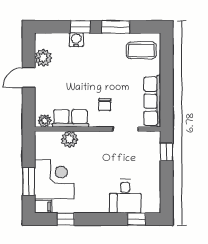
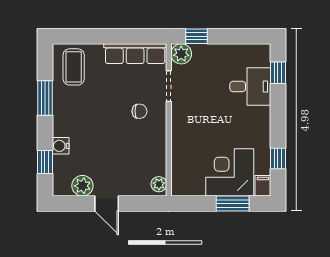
window: (80, 27) -> (45, 162), moved
row of seats: (70, 118) -> (156, 153), removed
plant: (69, 139) -> (181, 54), moved

